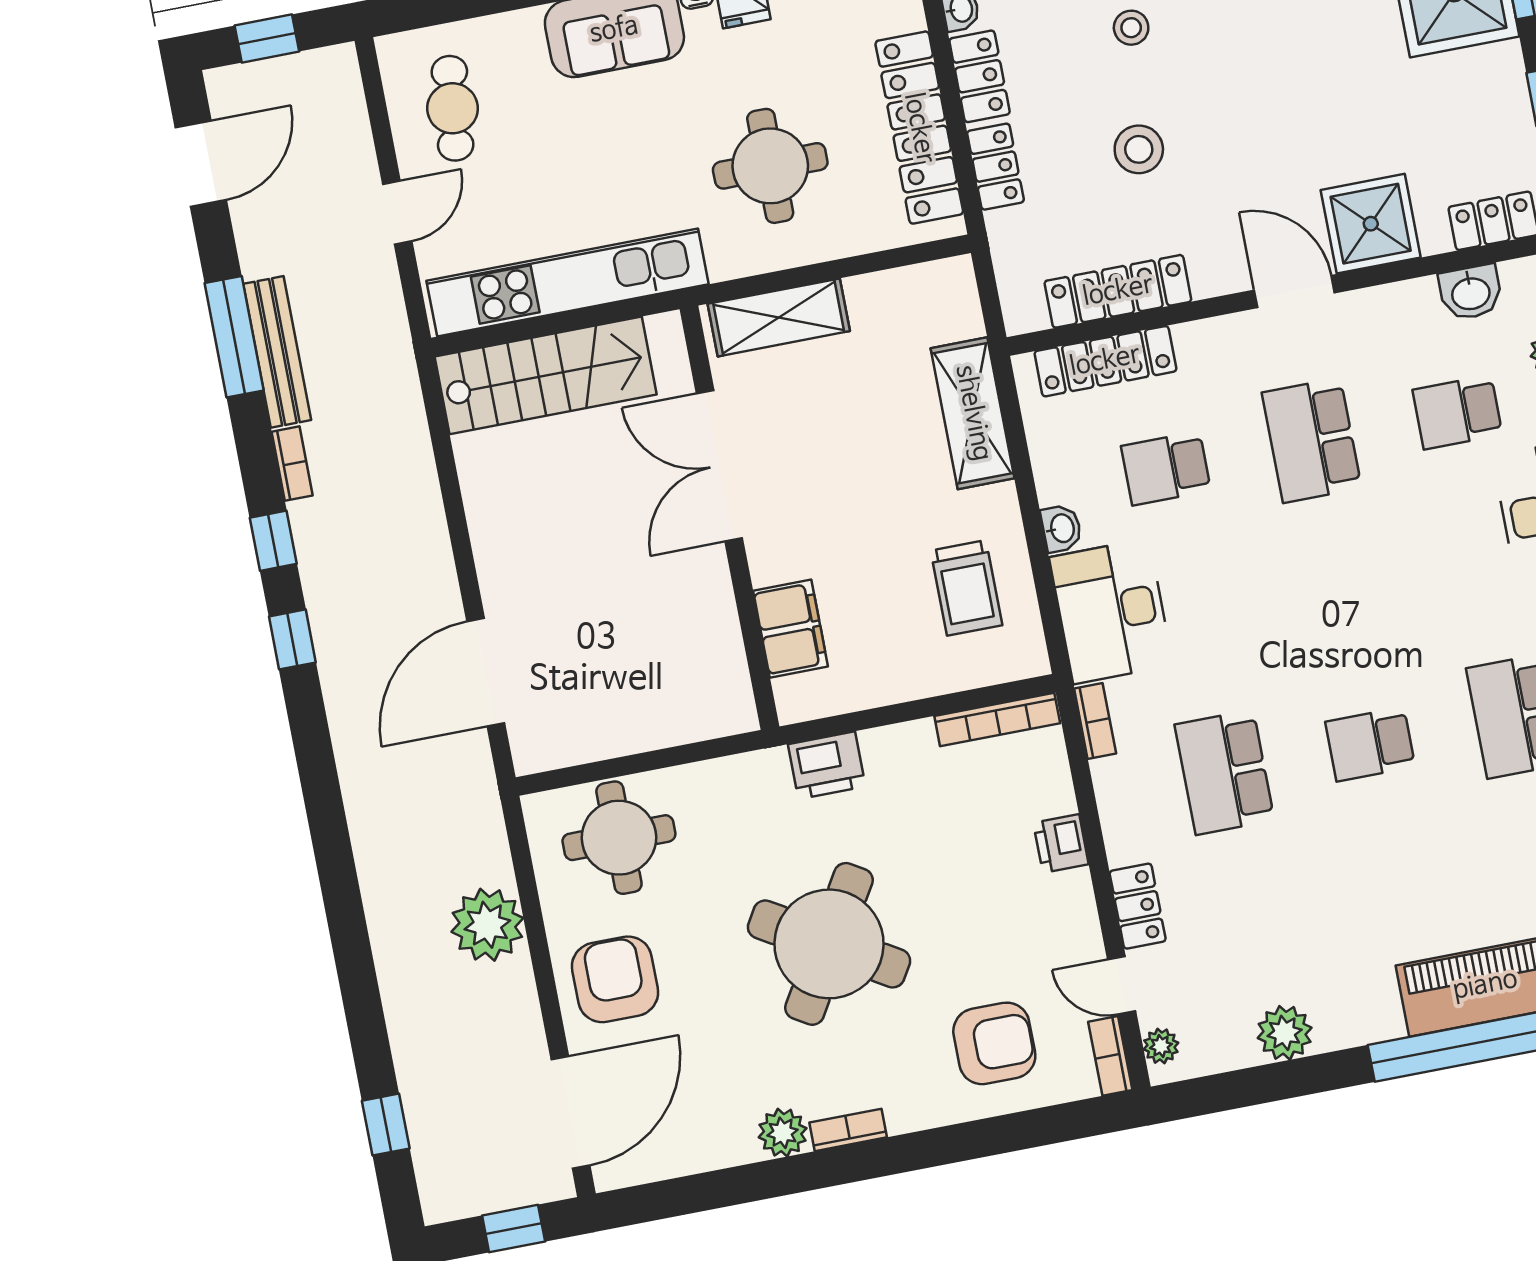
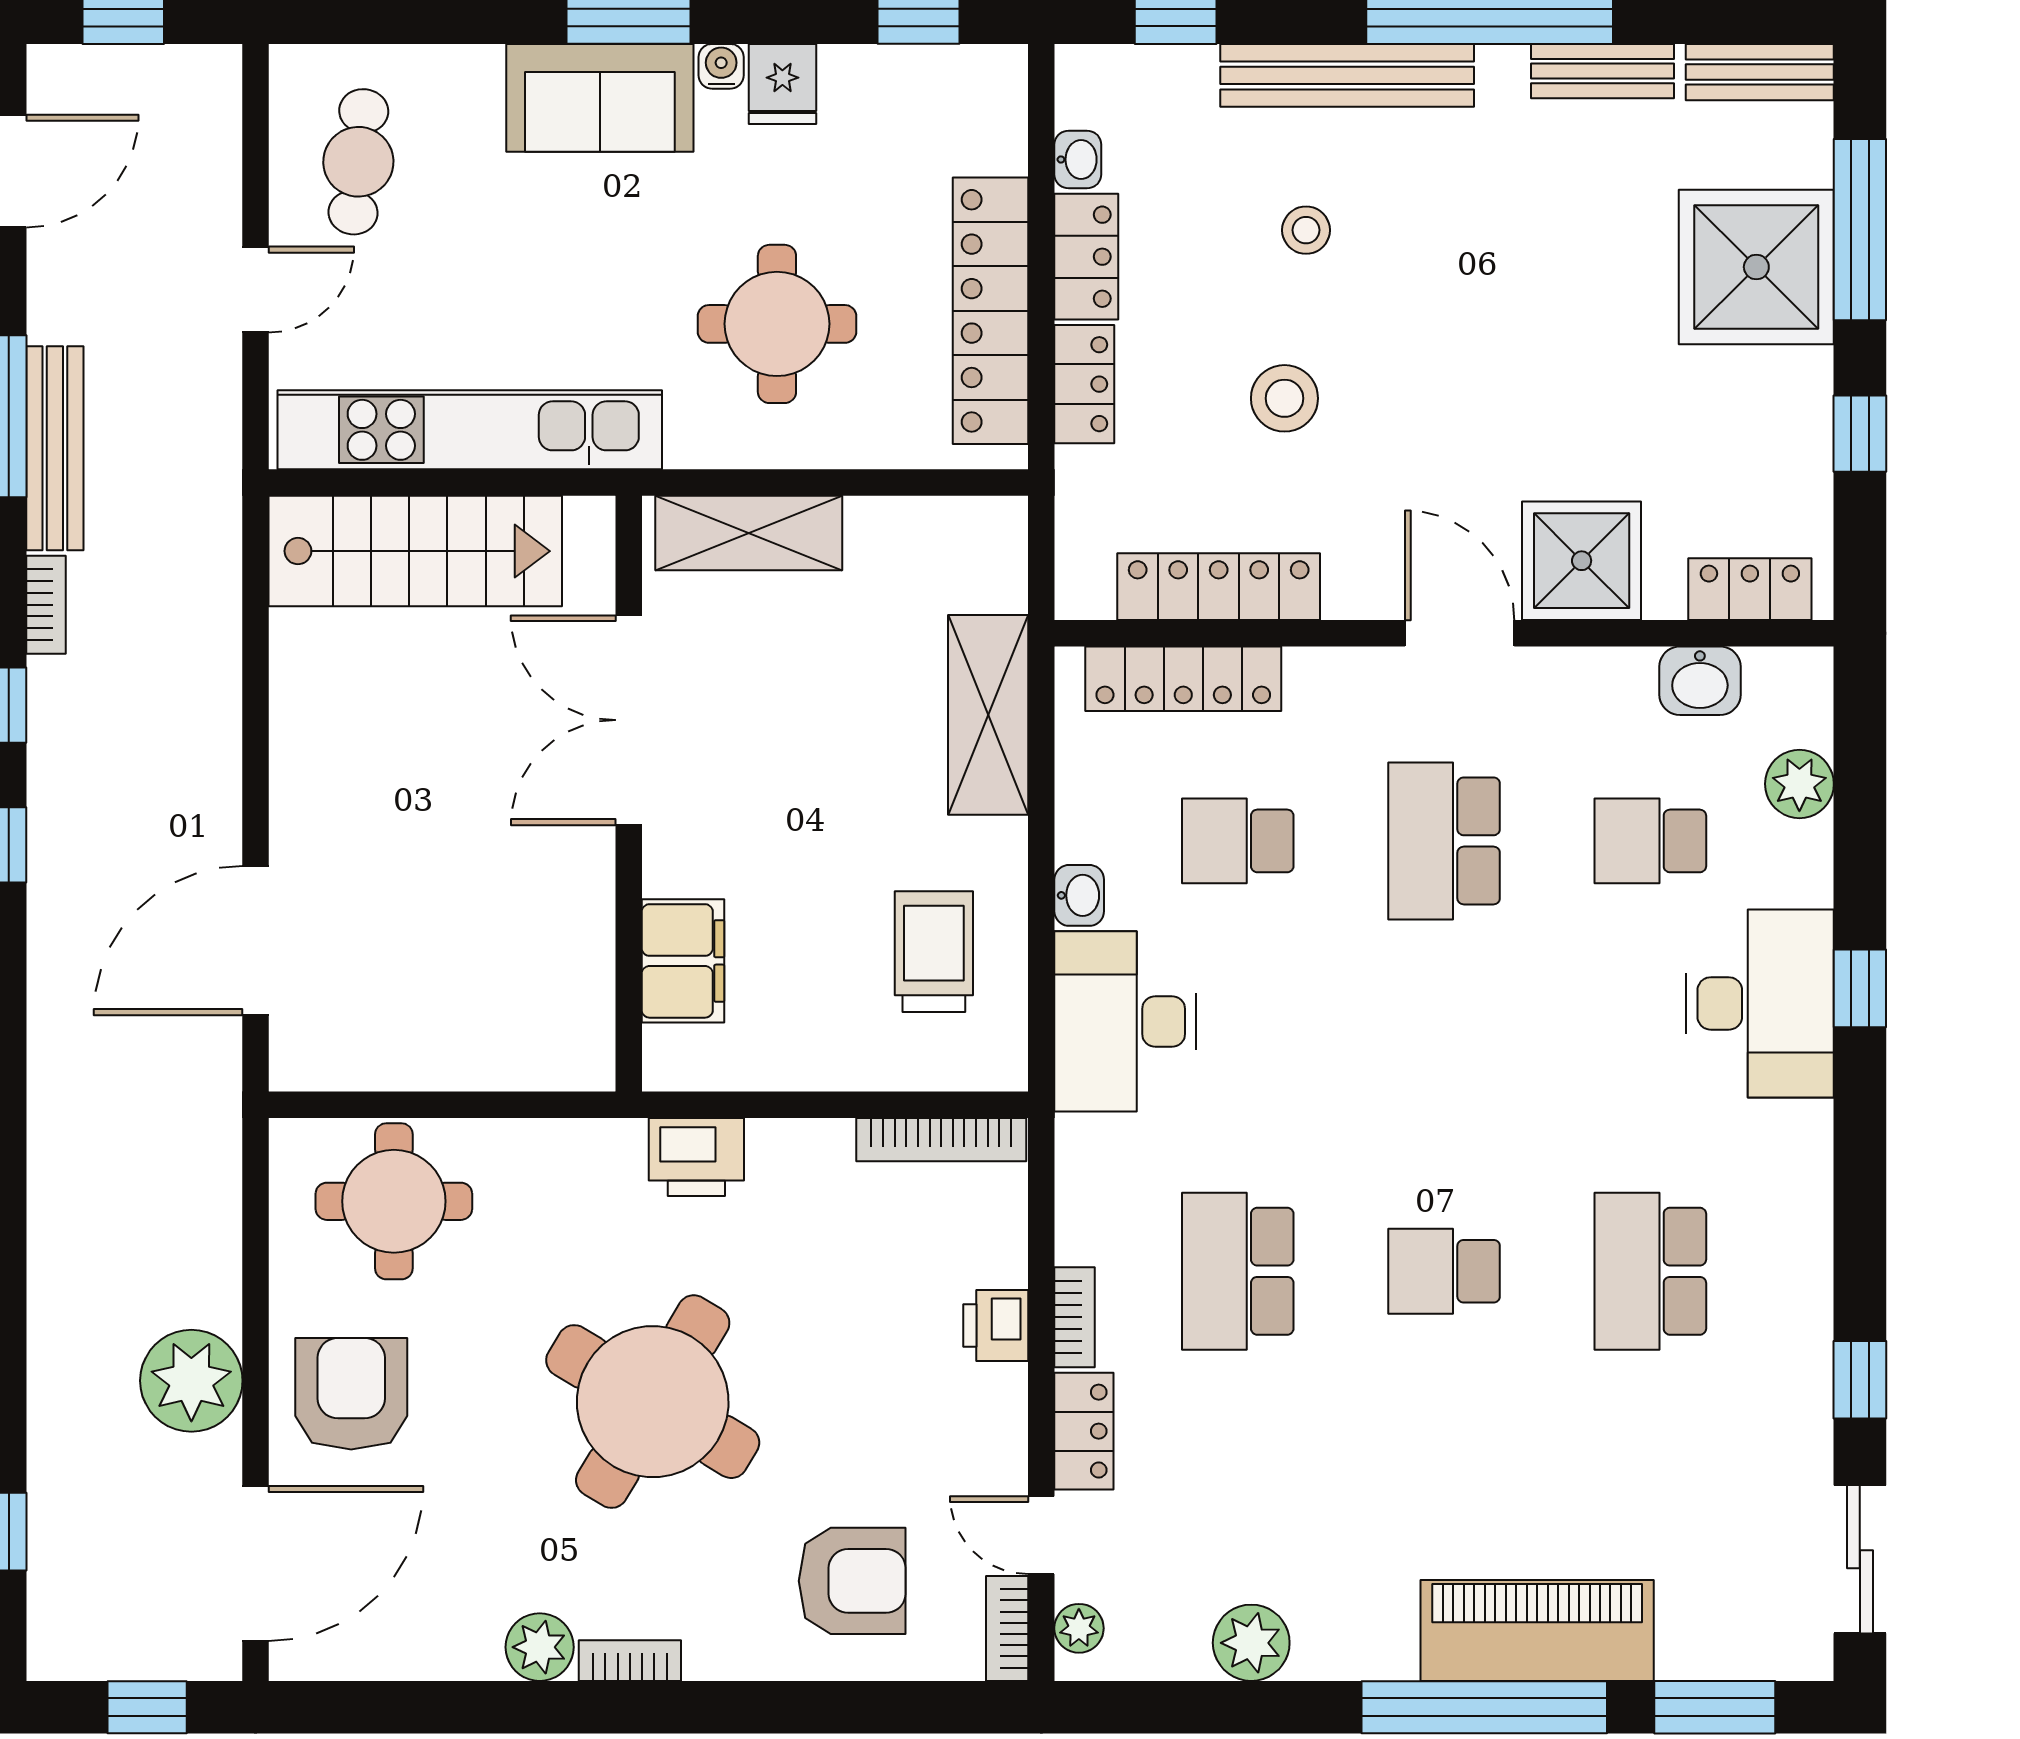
trolley: (966, 588) -> (934, 952), turned 180
bookcase: (1095, 721) -> (1075, 1317), moved
plant: (487, 925) -> (191, 1381), moved

